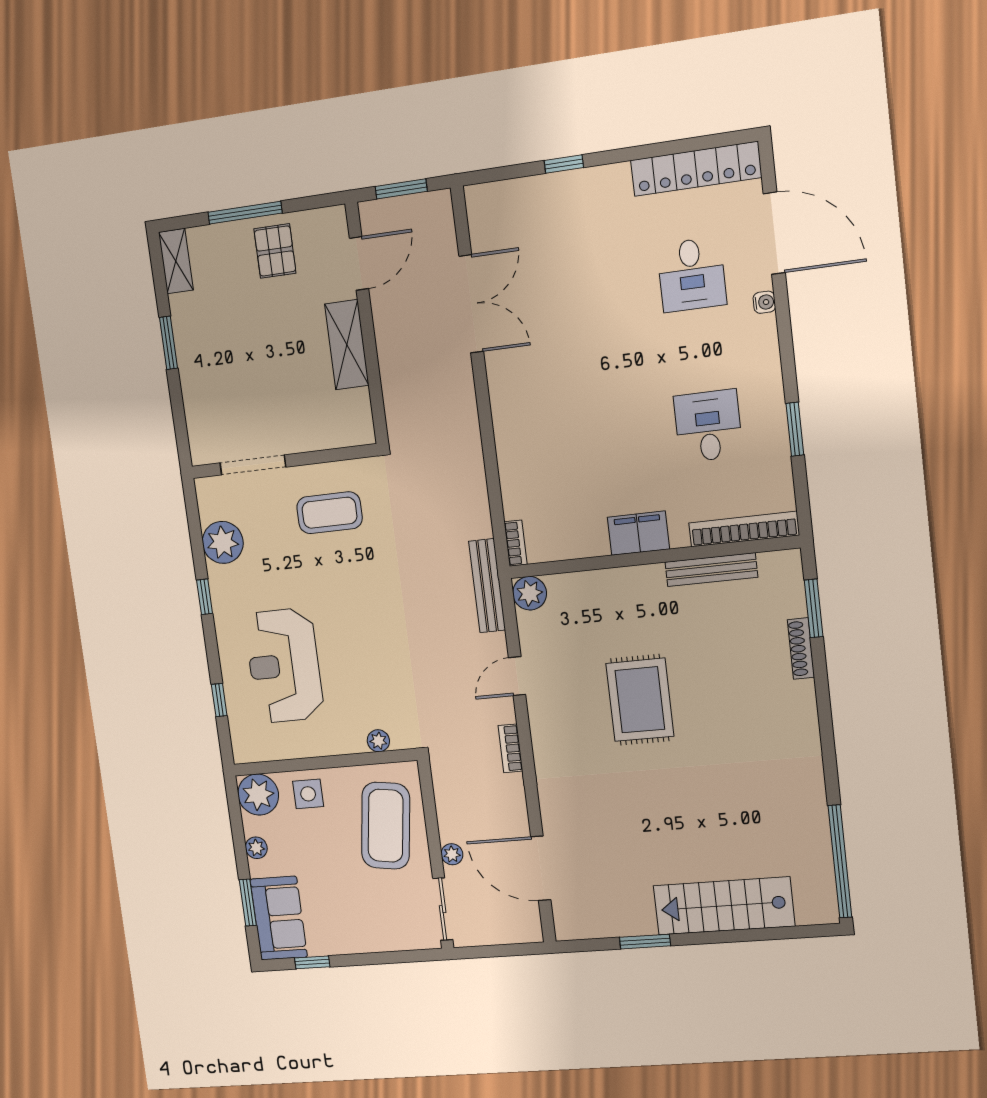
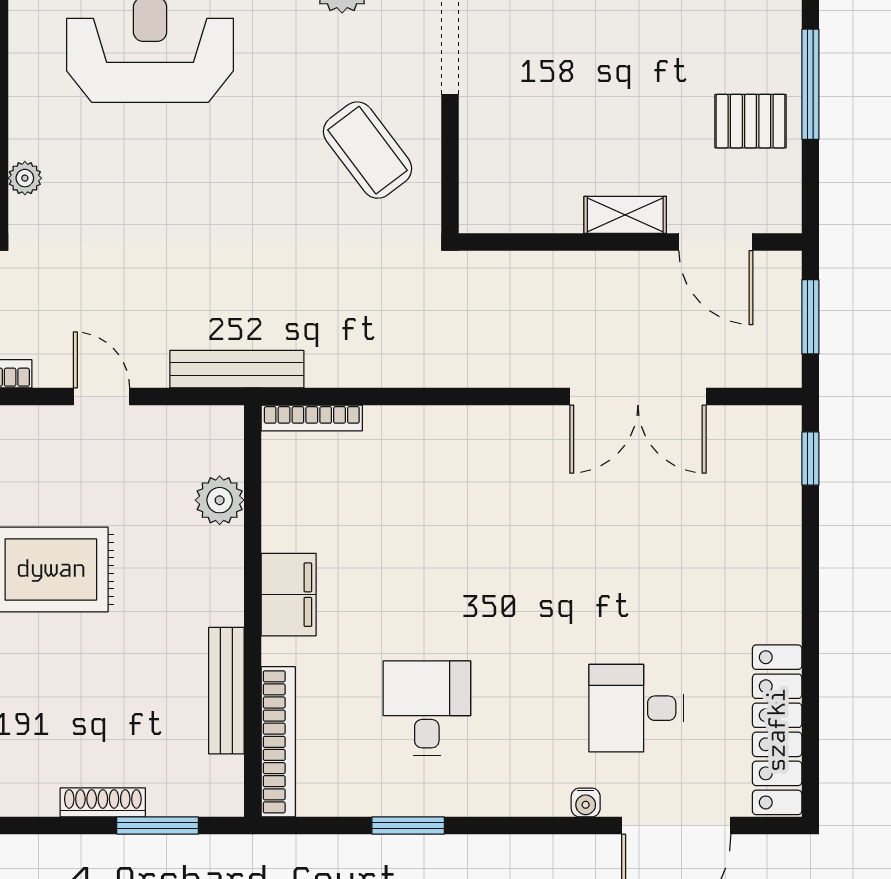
window: (564, 164) -> (810, 459), moved
shelving: (347, 345) -> (625, 215), width x0.67, depth x0.75
desk: (708, 426) -> (427, 708), turned -90
coffee table: (329, 513) -> (367, 150), turned -37
bookcase: (516, 543) -> (312, 418), width x1.56
plant: (530, 593) -> (220, 500), moved

